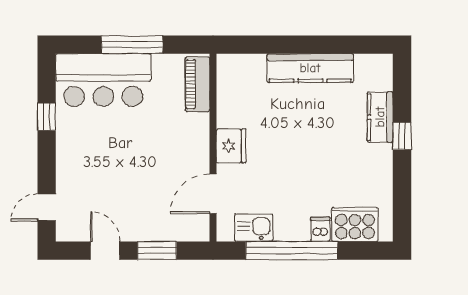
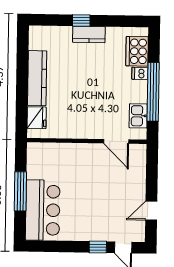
piano: (197, 84) -> (46, 150), removed
window: (47, 117) -> (98, 247), moved
kitchen counter: (380, 117) -> (89, 34), moved
fridge: (231, 146) -> (37, 118), moved, turned 90
window: (157, 251) -> (152, 178), removed

